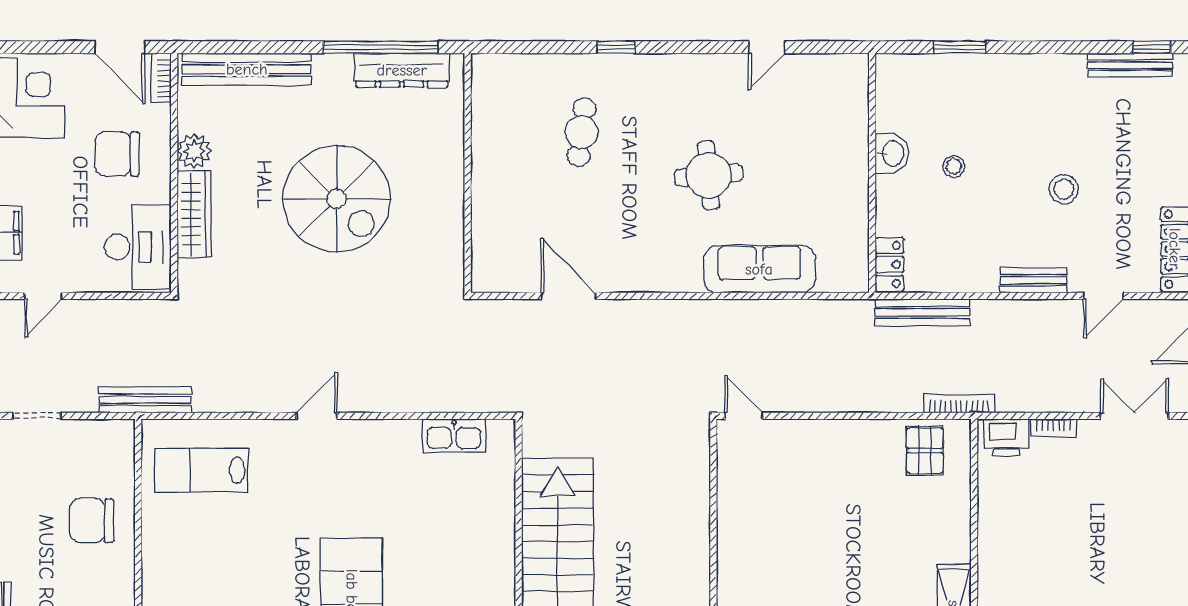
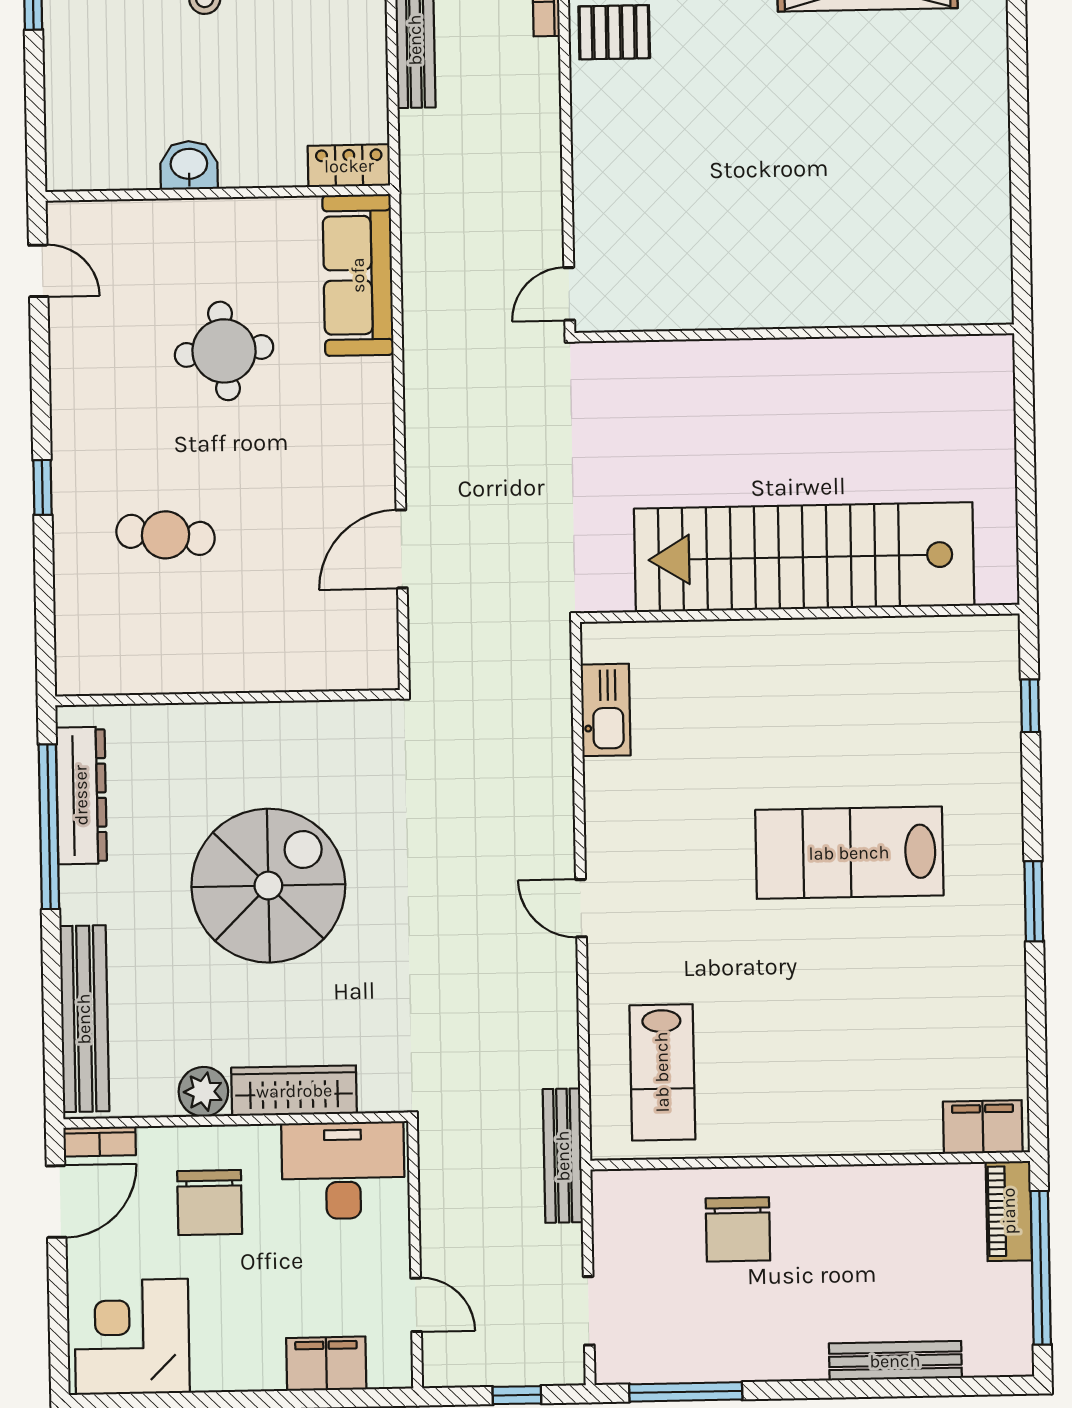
washbasin: (892, 153) -> (189, 165), moved
wall: (872, 173) -> (218, 193), moved
locker: (890, 265) -> (349, 166), moved

